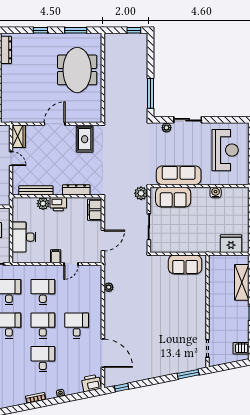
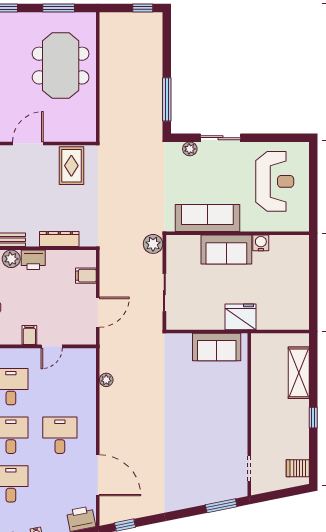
sofa: (173, 197) -> (226, 250), moved
filing cabinet: (95, 210) -> (86, 276), width x0.50
fridge: (231, 244) -> (240, 317), moved

